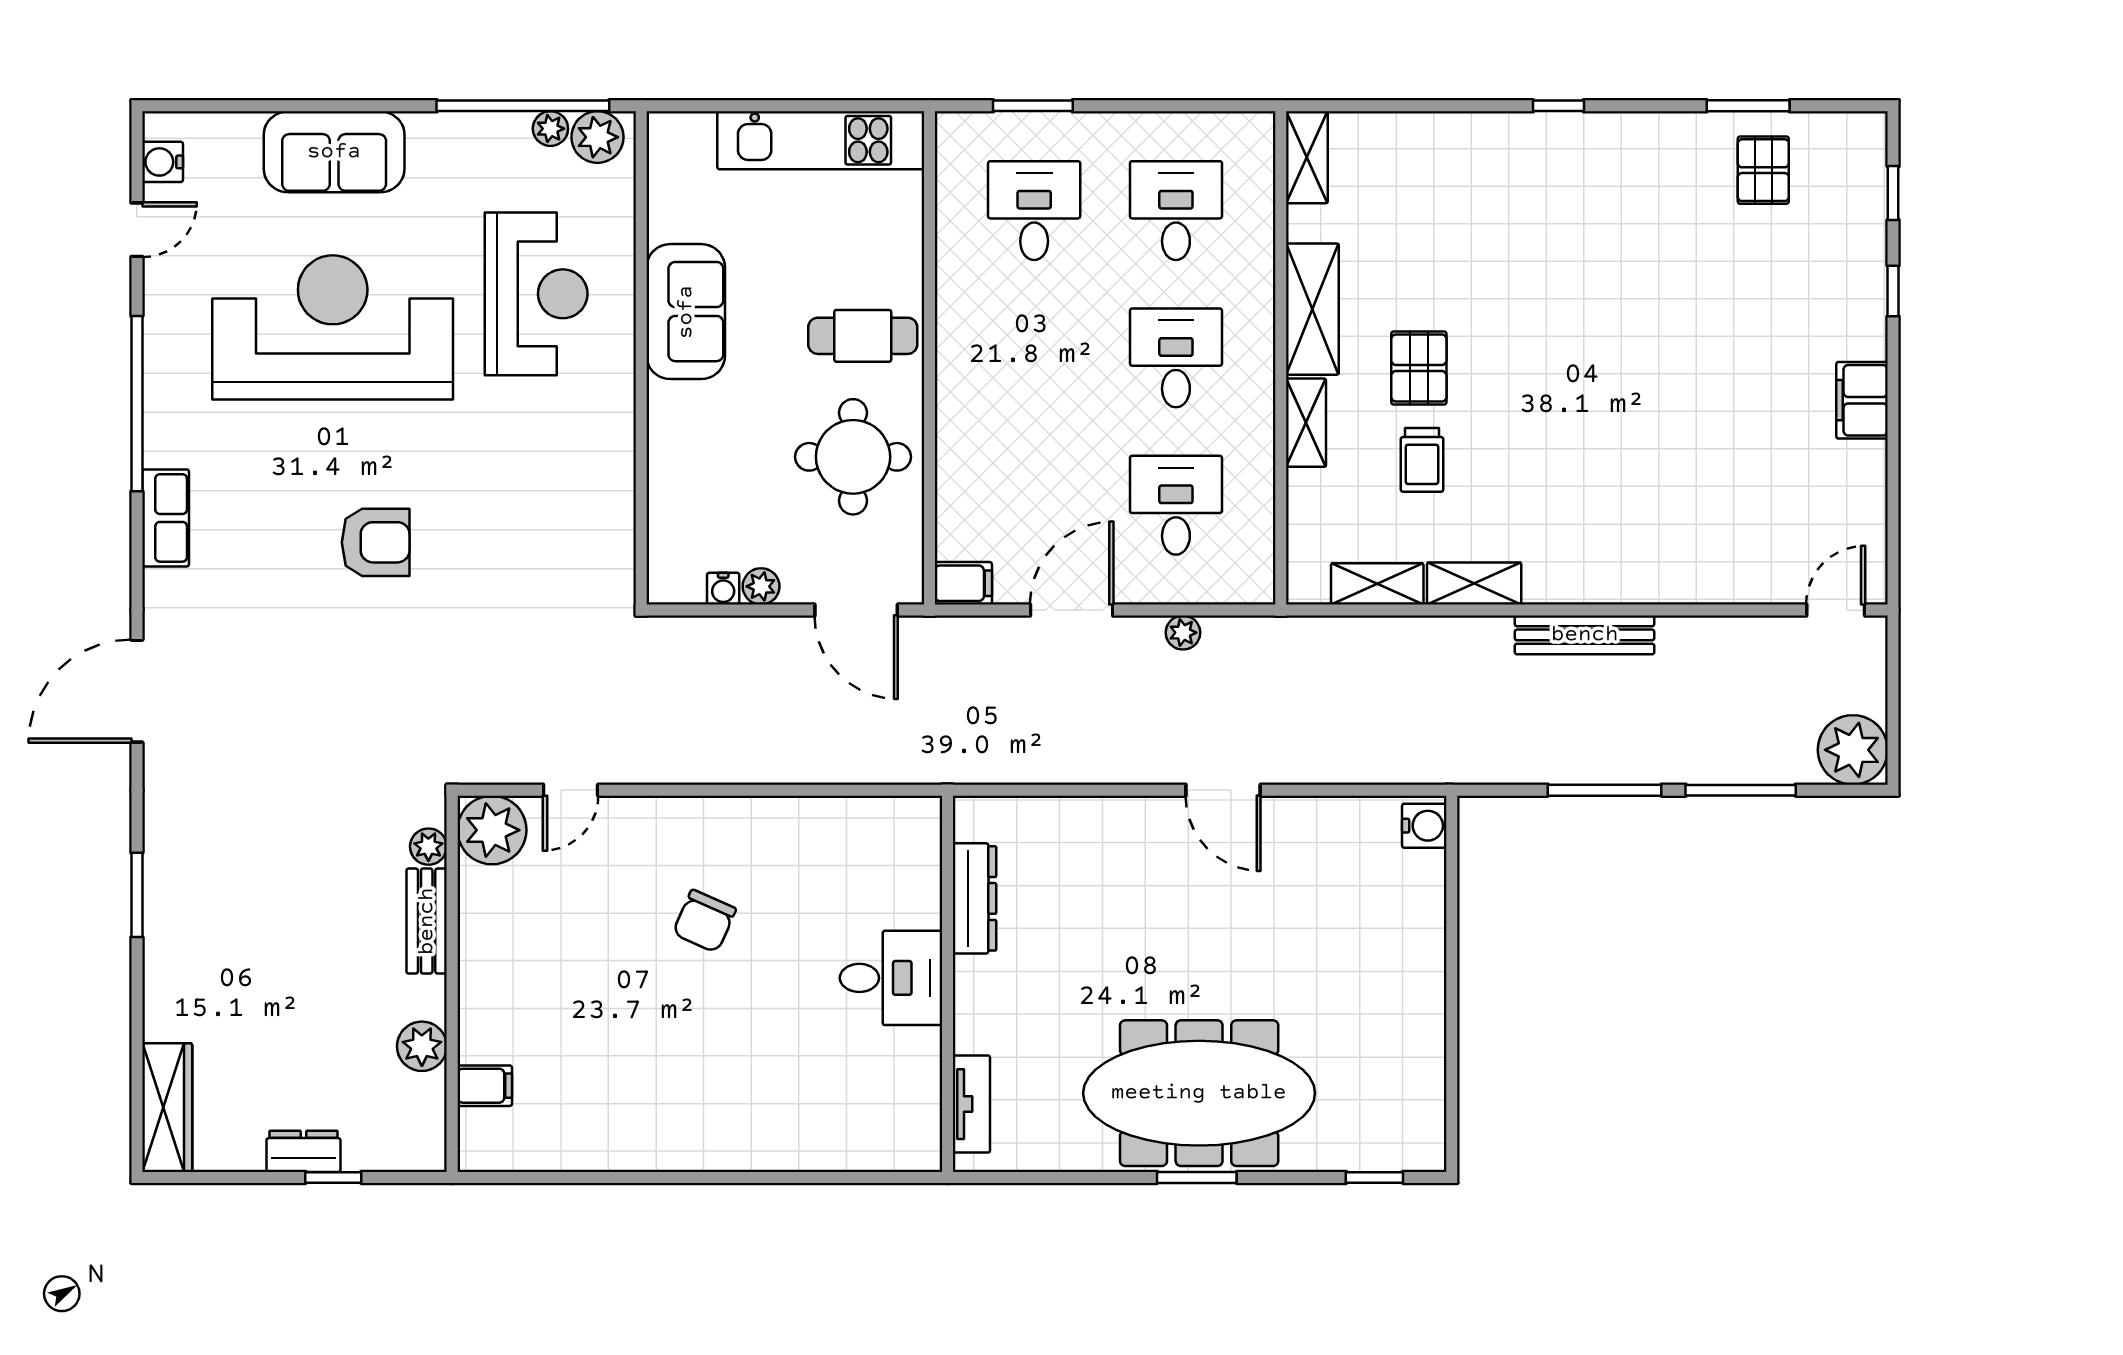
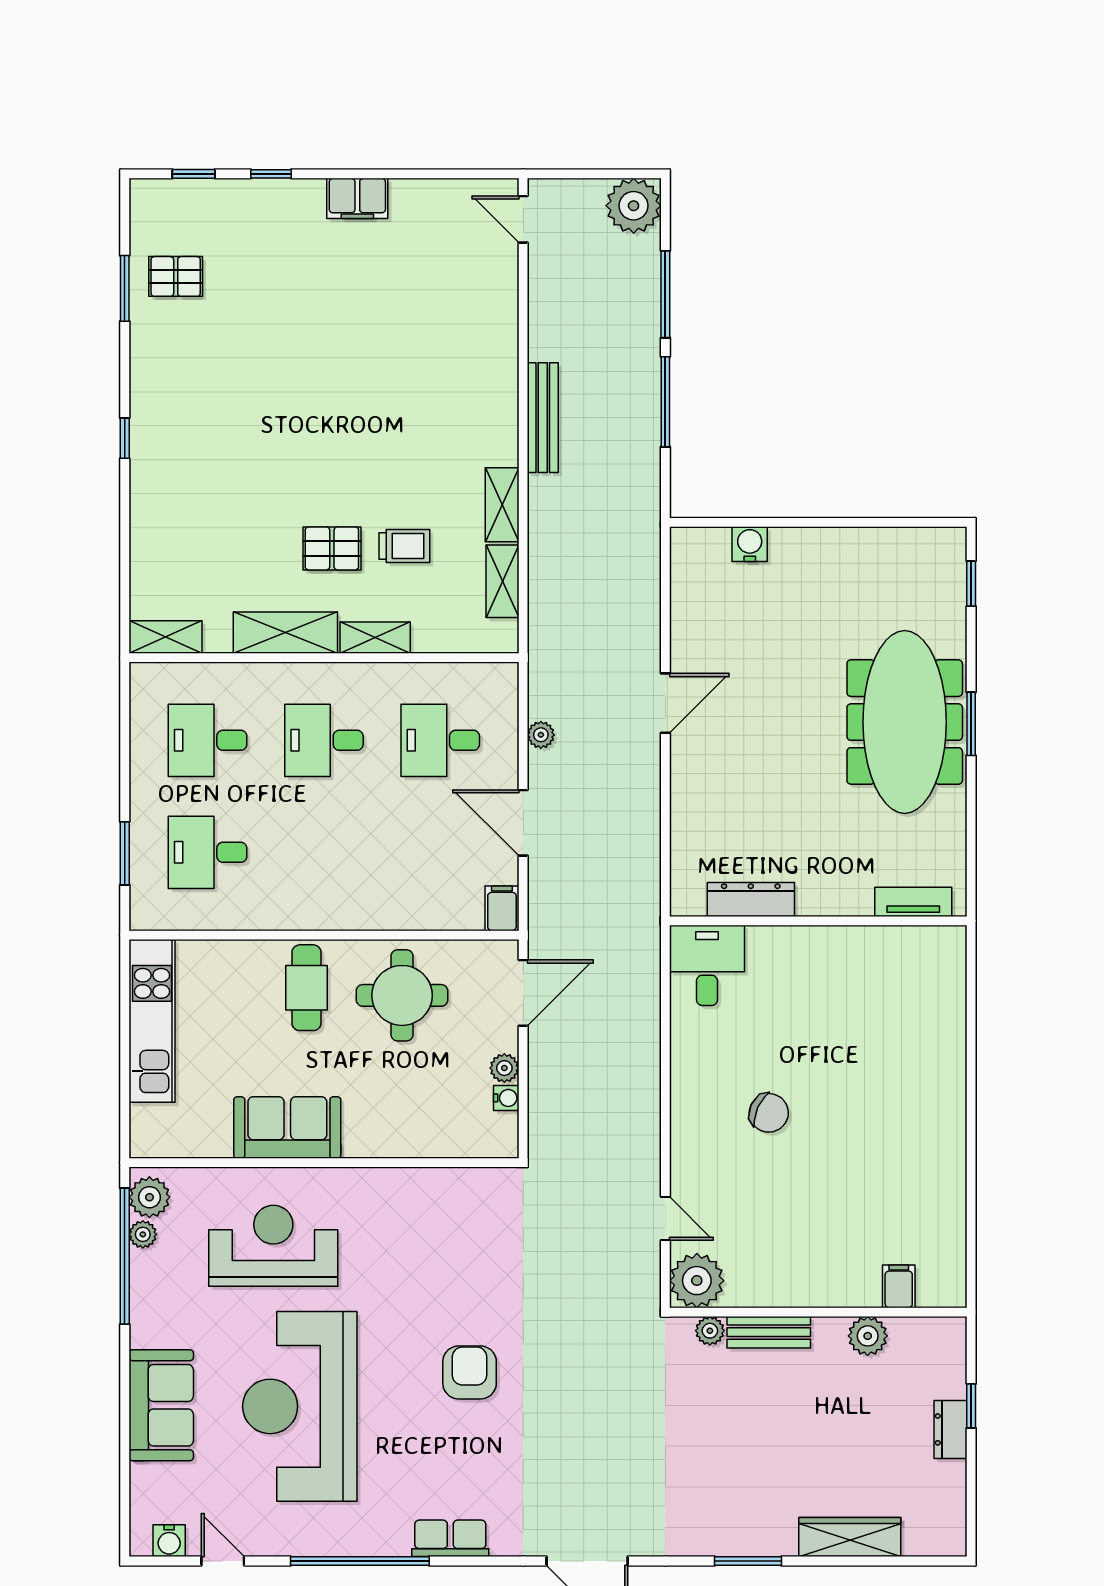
water cooler: (1424, 826) -> (750, 544), moved
desk: (891, 978) -> (707, 965), moved
wardrobe: (167, 1108) -> (850, 1537), moved

